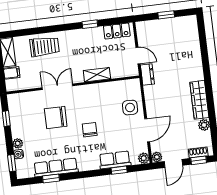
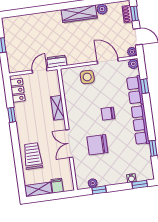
chair: (56, 118) -> (97, 145), turned 90
plant: (18, 143) -> (93, 183), moved
row of seats: (56, 167) -> (140, 125), moved

